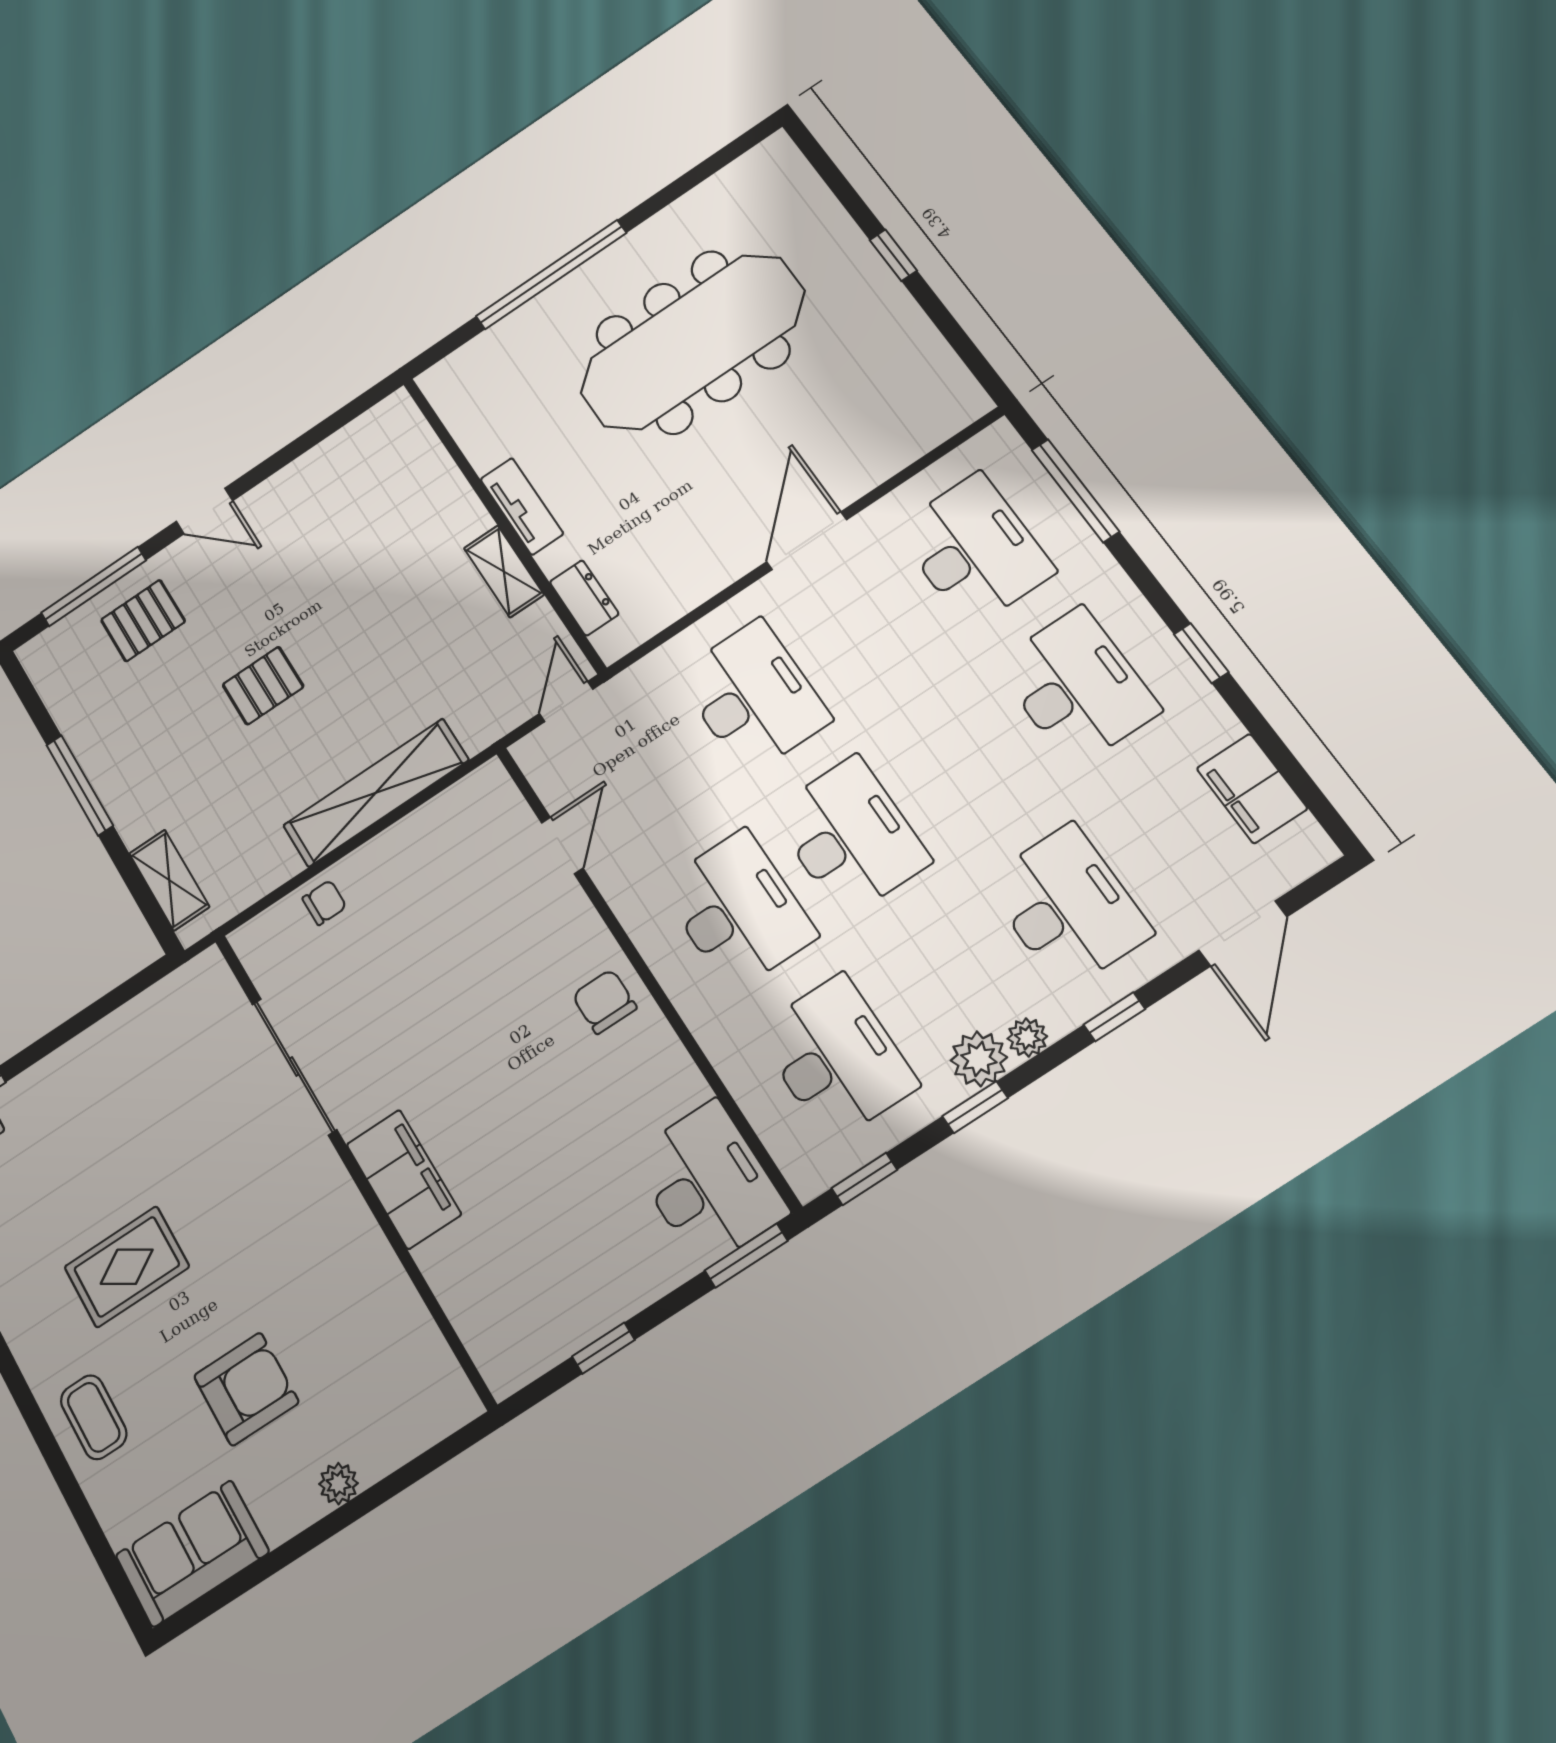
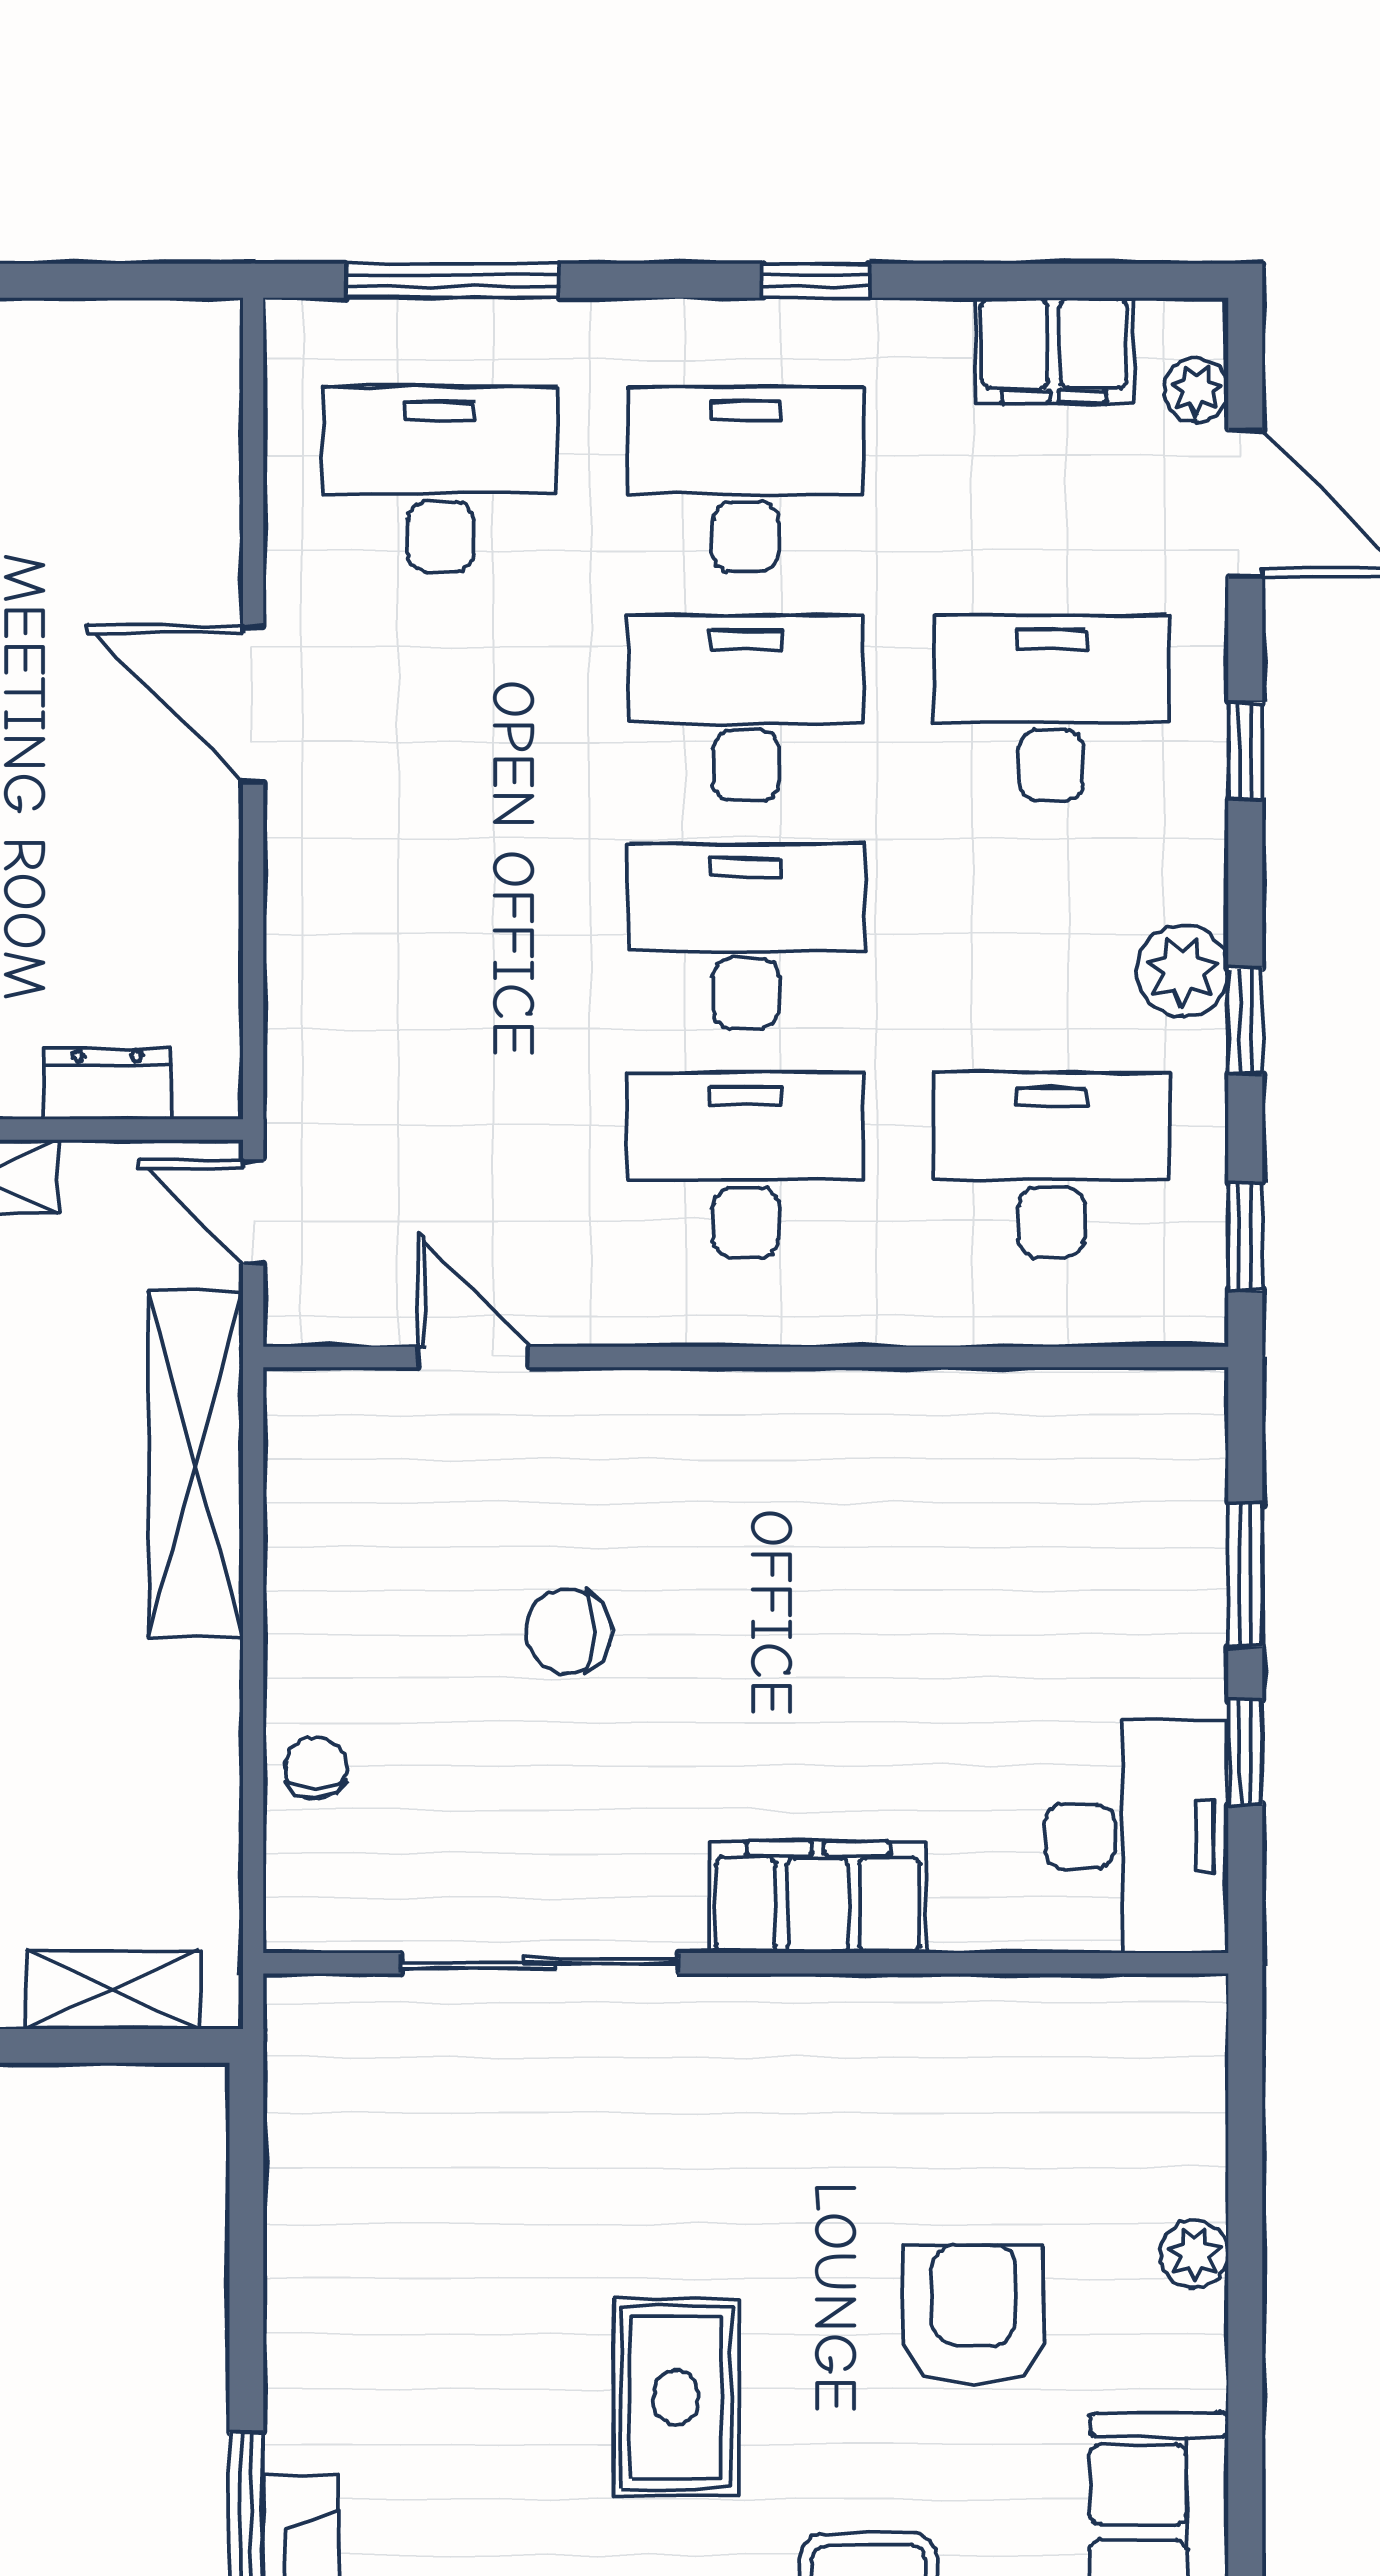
desk: (753, 697) -> (746, 708), moved
shelving: (376, 793) -> (196, 1463), moved
chair: (604, 1001) -> (568, 1631), moved
plant: (1027, 1037) -> (1196, 390), moved
desk: (708, 1184) -> (1137, 1837), moved, turned 90
window: (746, 1256) -> (1245, 1575), moved

